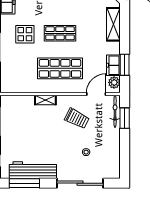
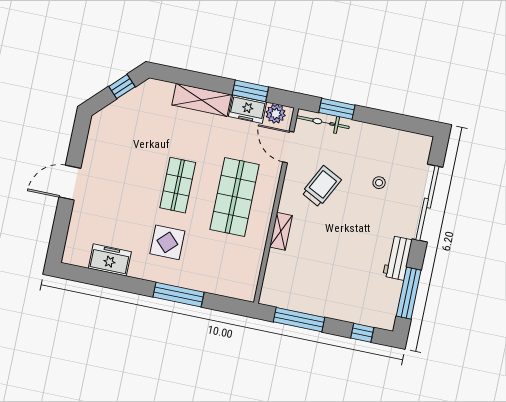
shelving: (113, 24) -> (202, 100), moved
workbench: (33, 170) -> (397, 258), width x0.53, depth x0.76

